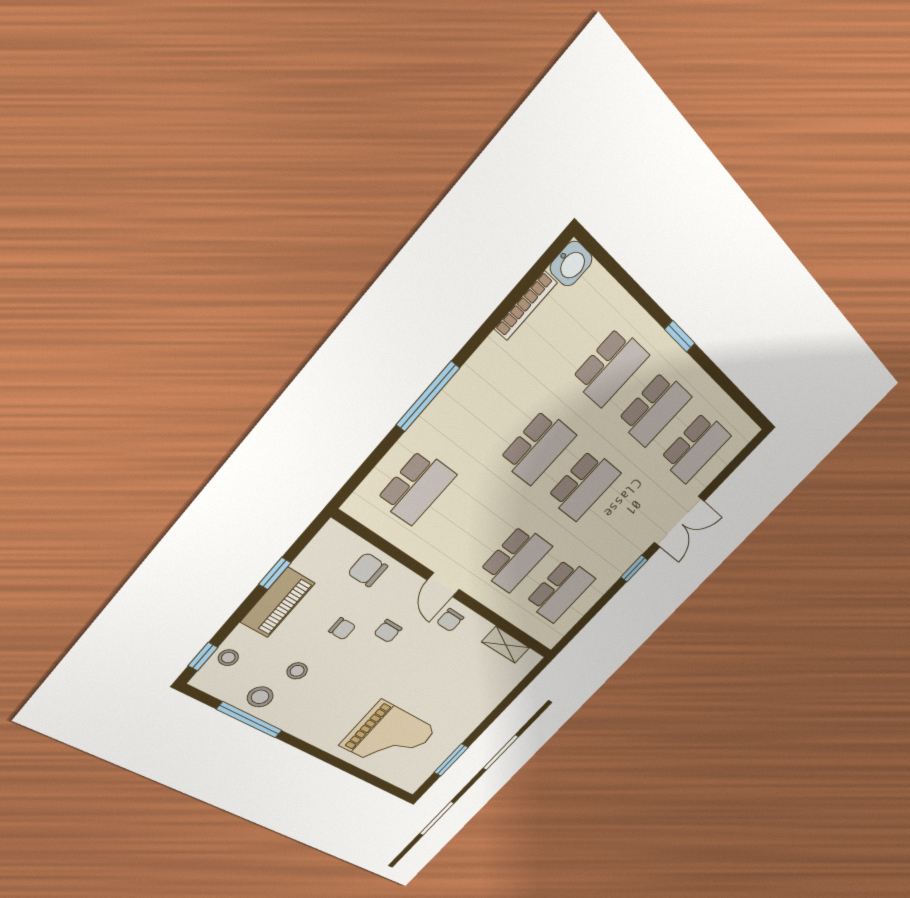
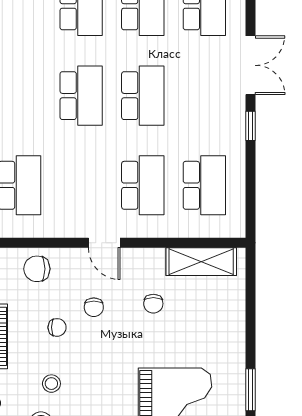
chair: (450, 620) -> (153, 304), moved
shelving: (506, 645) -> (201, 262), width x1.50, depth x1.33

